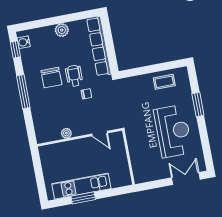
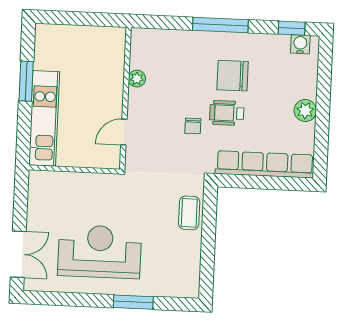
wheelchair: (74, 76) -> (227, 113), turned 180
coffee table: (164, 82) -> (189, 213), moved
reception desk: (173, 131) -> (100, 252), turned 180
kitchen unit: (81, 186) -> (44, 118), moved

